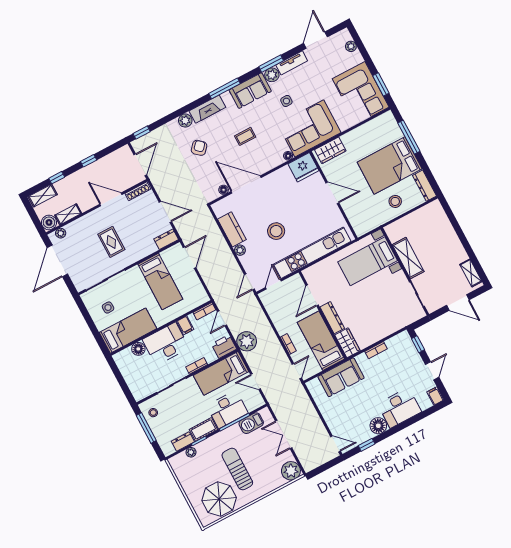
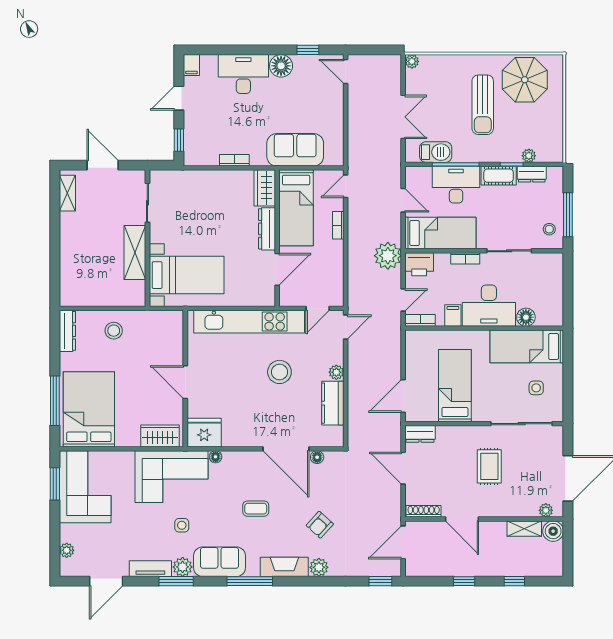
bed: (390, 165) -> (89, 409), moved, turned -90
shelving: (43, 196) -> (543, 568), removed
plant: (291, 471) -> (412, 61), width x0.53, depth x0.53

